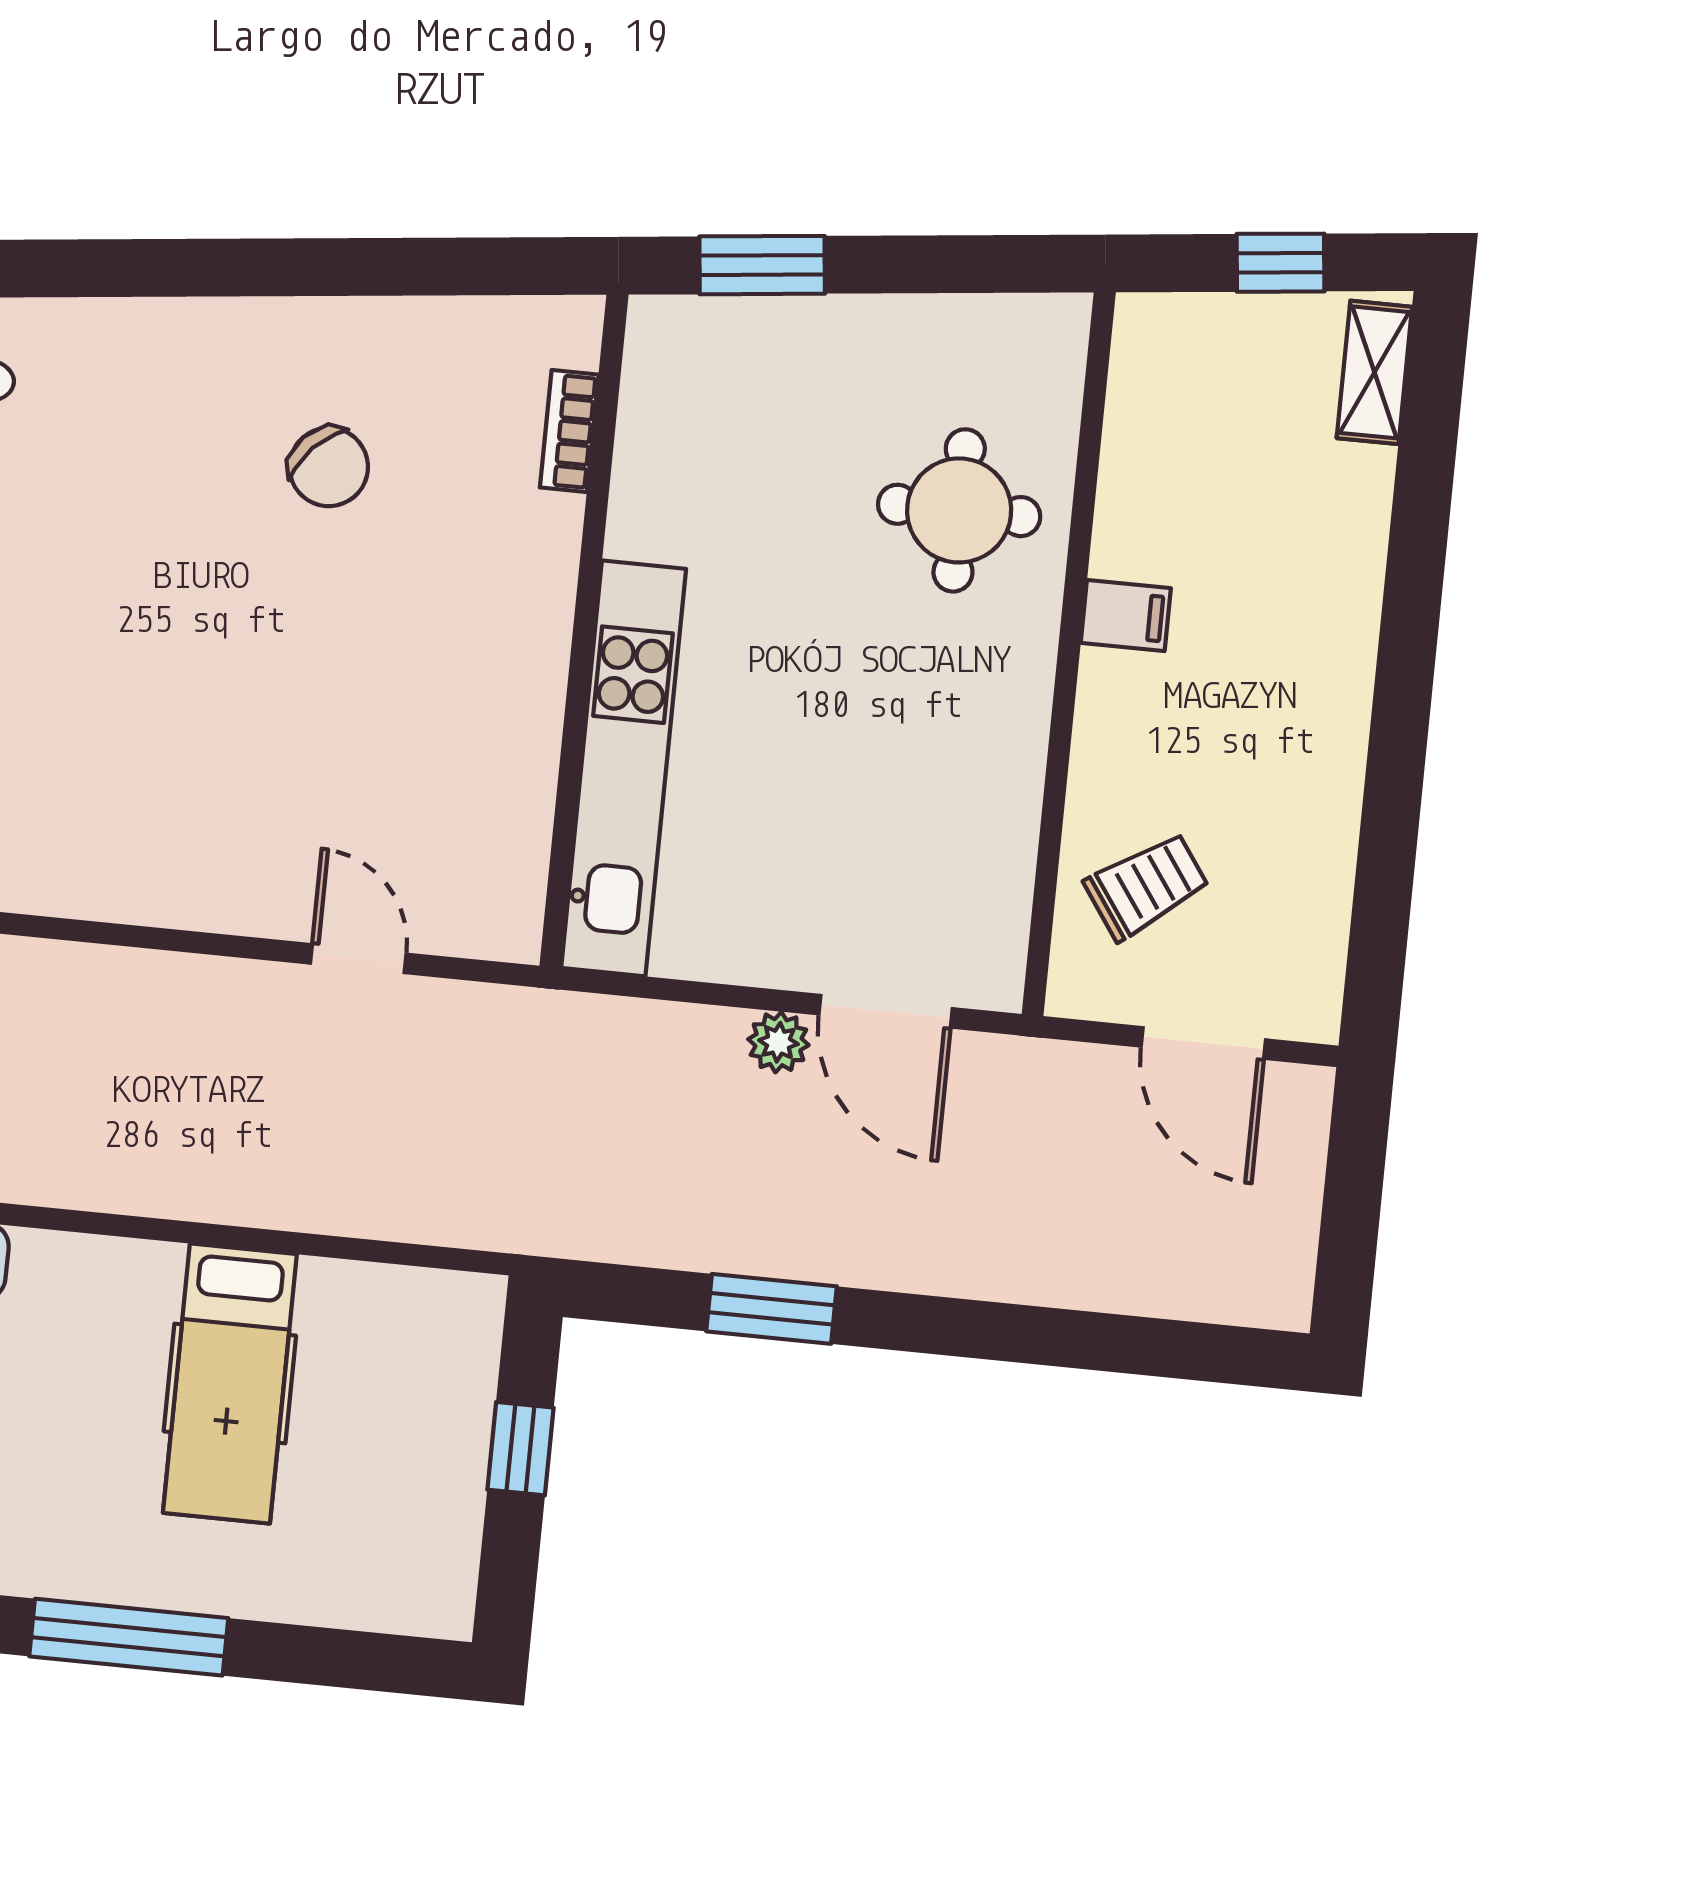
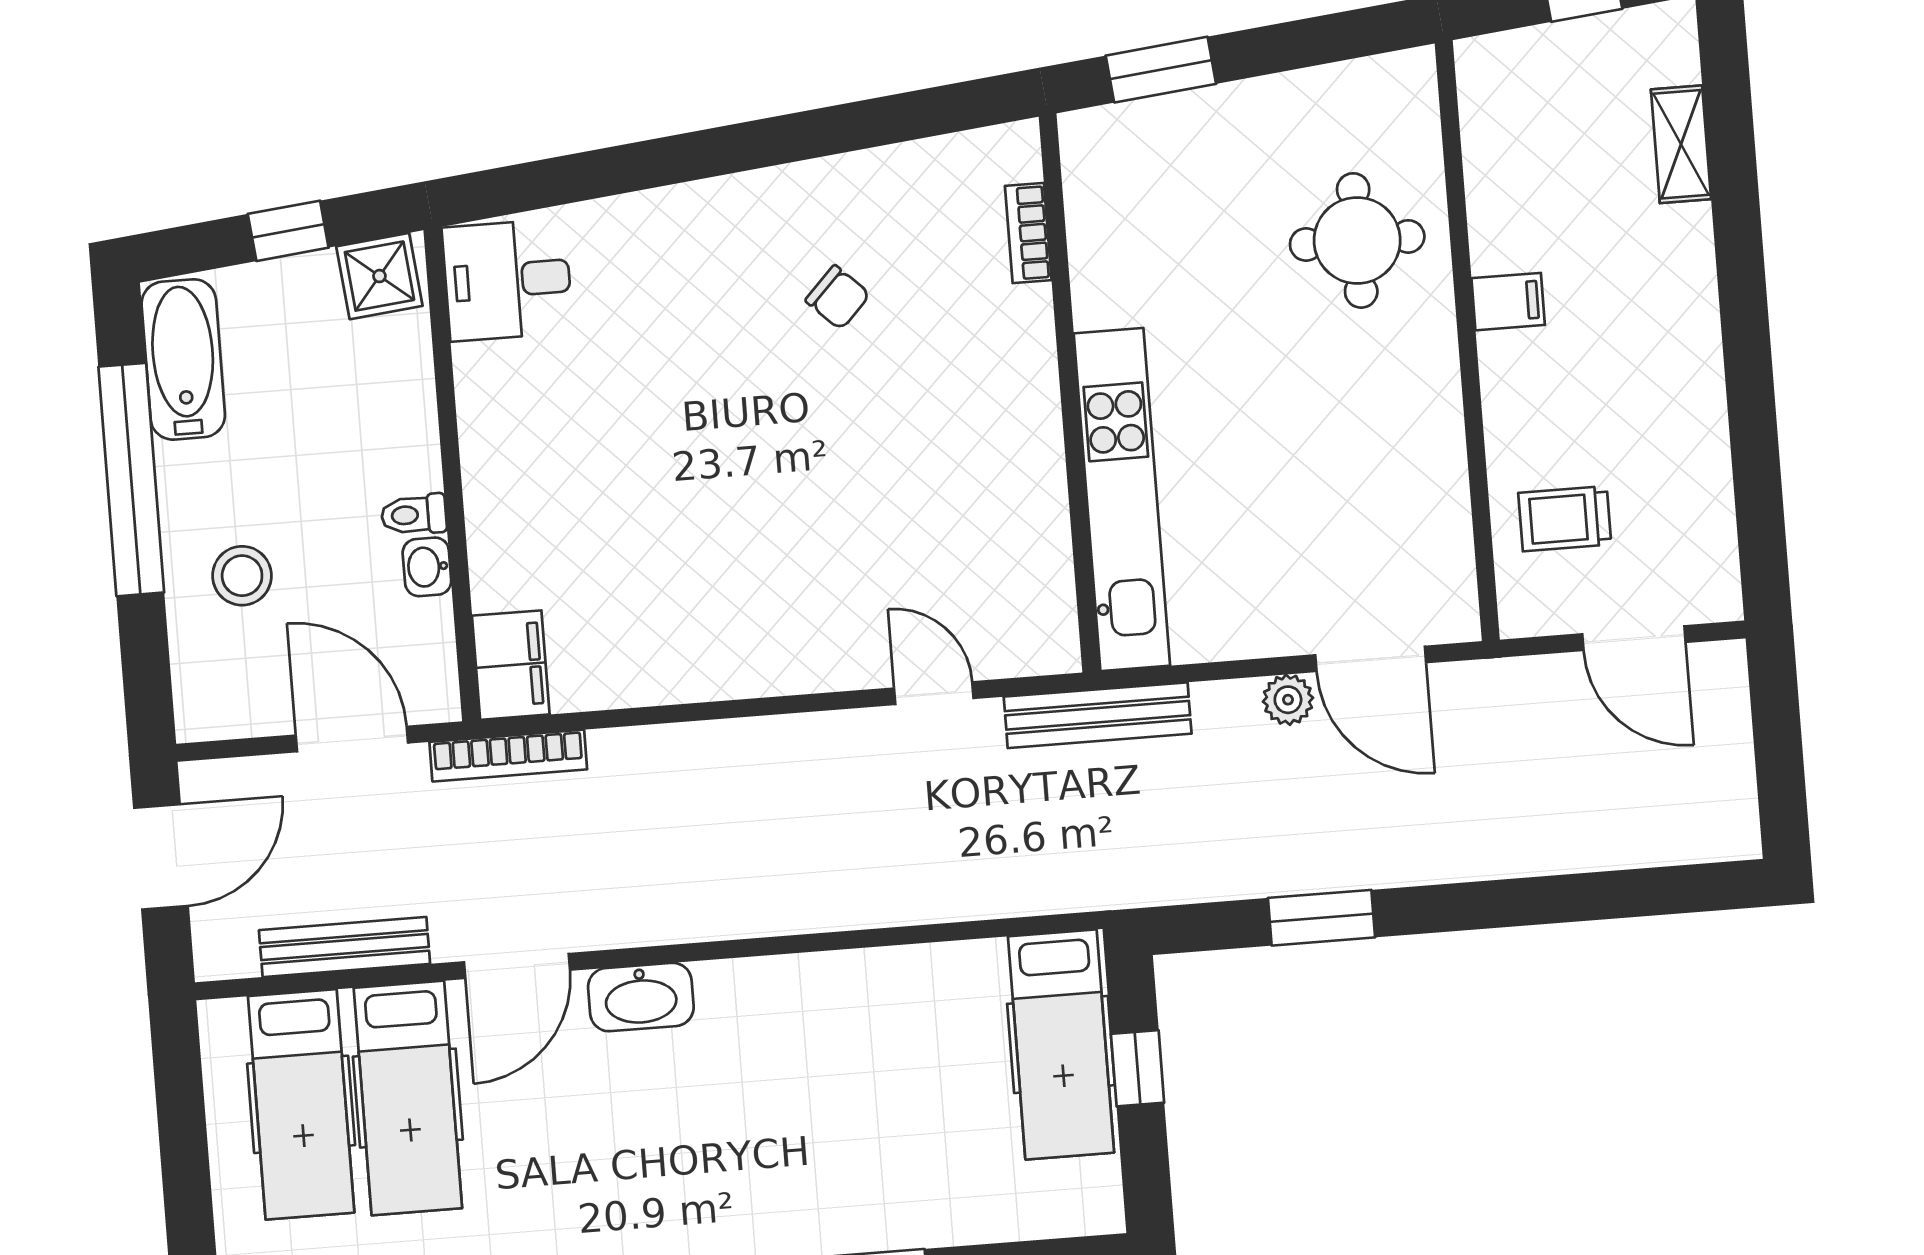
shelving: (1374, 372) -> (1681, 144), moved
chair: (329, 467) -> (838, 297), width x0.73, depth x0.73
trolley: (1147, 886) -> (1565, 519), turned -145
bench: (549, 1020) -> (1098, 715), added
hospital bed: (230, 1383) -> (1061, 1044), moved

